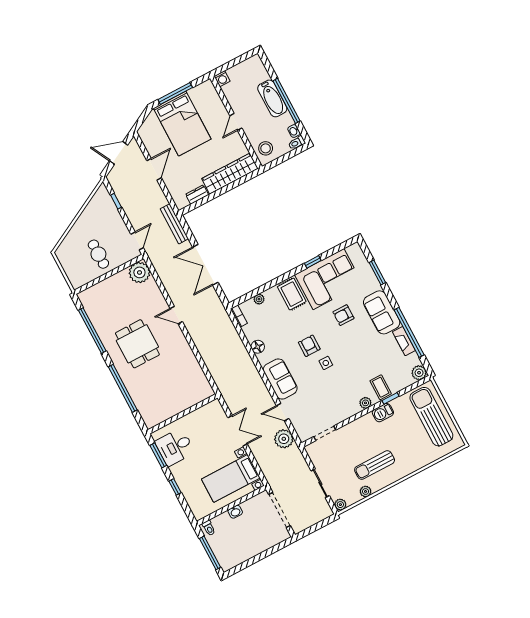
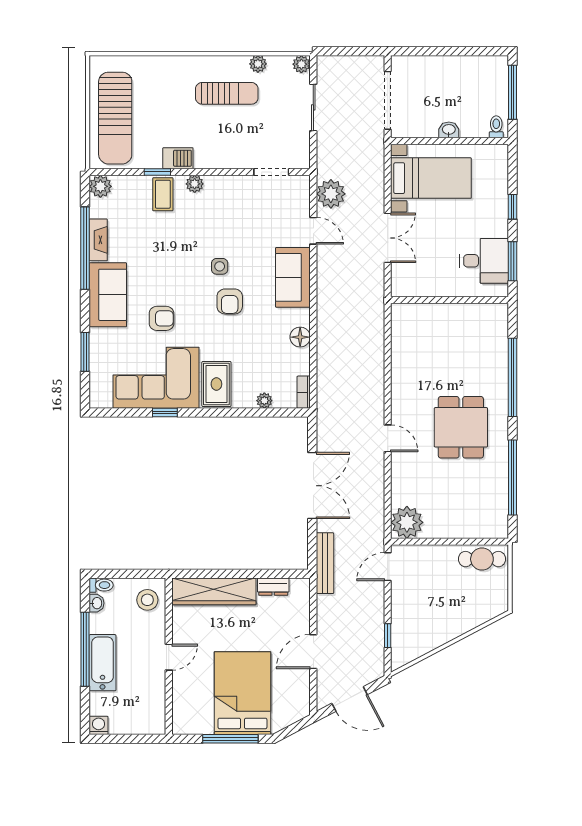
washing machine: (222, 79) -> (99, 725), moved
cafe table: (98, 254) -> (482, 559), moved, turned 90
double door: (238, 431) -> (388, 238), swing flipped

